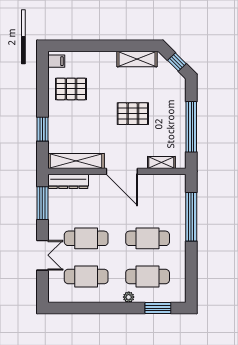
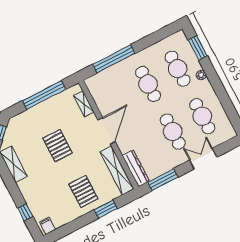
window: (82, 46) -> (25, 212), added
pallet: (71, 89) -> (83, 191), moved

